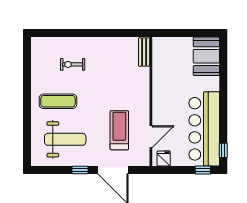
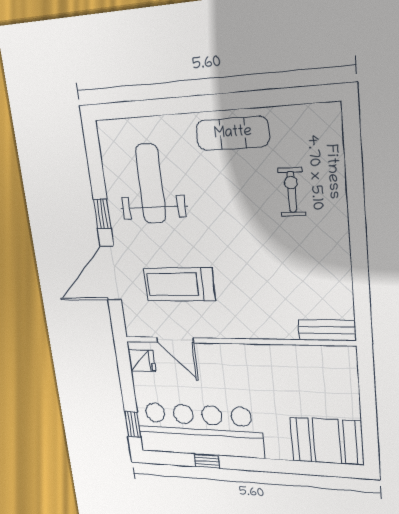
exercise mat: (58, 101) -> (233, 133), moved, turned 90
treadmill: (119, 130) -> (179, 284), turned 180
weight bench: (65, 139) -> (151, 184), turned 180
window: (223, 150) -> (207, 461), moved

